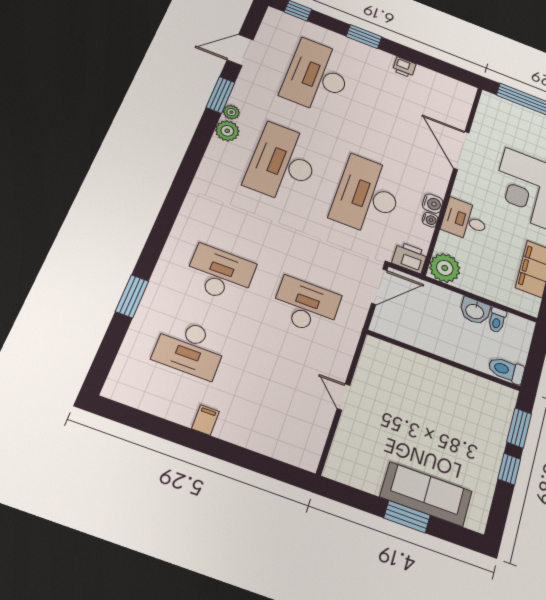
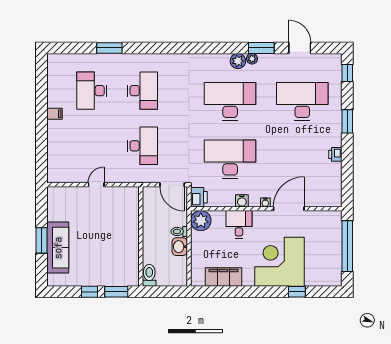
water cooler: (430, 220) -> (265, 203), moved
toilet: (497, 320) -> (179, 231), moved

